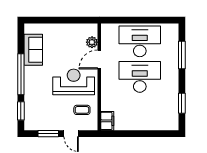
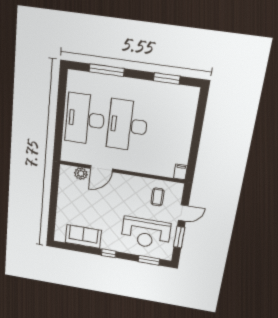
door: (99, 59) -> (101, 169), hinge flipped
window: (21, 74) -> (109, 253), width x0.32
reception desk: (74, 82) -> (146, 233), moved, turned -90
filing cabinet: (107, 121) -> (180, 172), width x0.50

